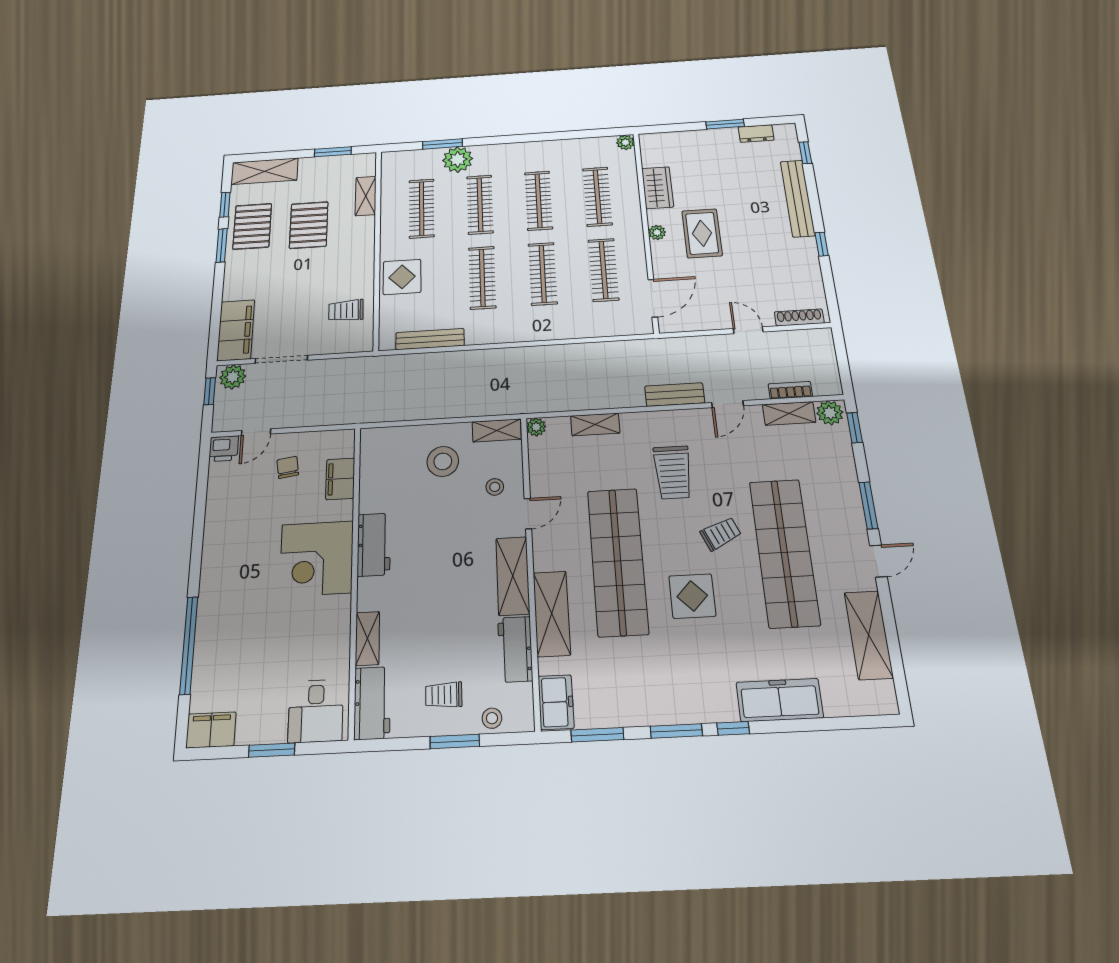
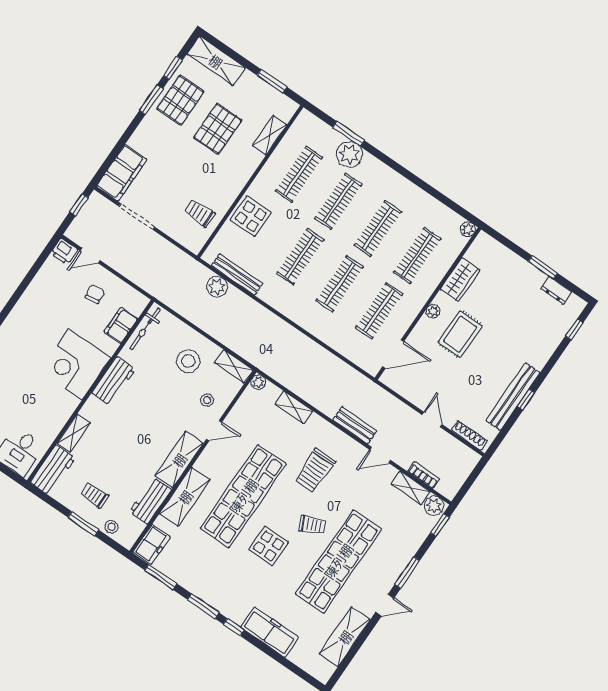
bench: (798, 198) -> (513, 397), moved
plant: (233, 377) -> (217, 287), moved
bicycle: (370, 463) -> (145, 329), added

